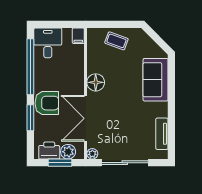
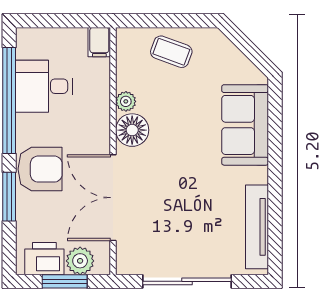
desk: (48, 43) -> (44, 86), moved, turned -90
tv unit: (162, 134) -> (257, 227), width x1.41
plant: (92, 154) -> (126, 101), moved

